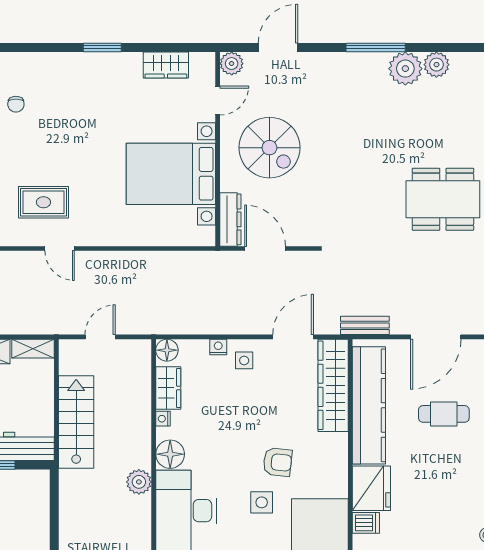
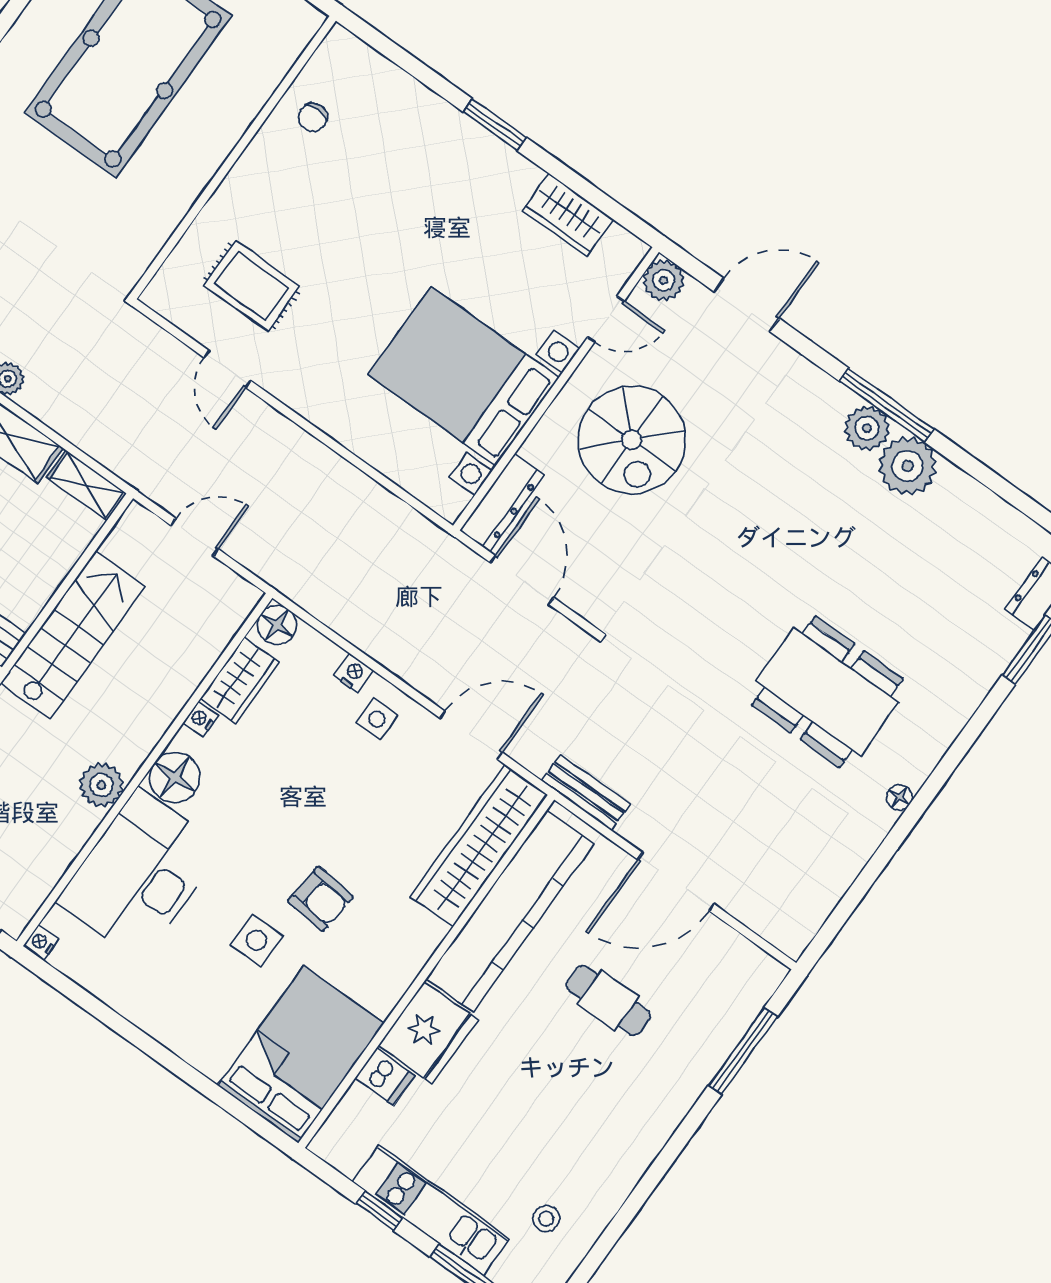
plant: (436, 65) -> (867, 428), moved

